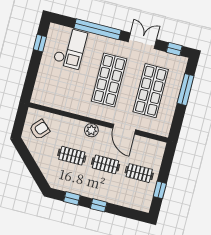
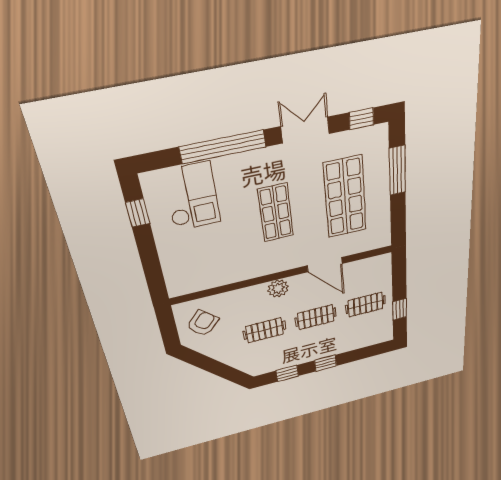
shop shelf: (109, 80) -> (276, 213), width x0.70, depth x0.74

